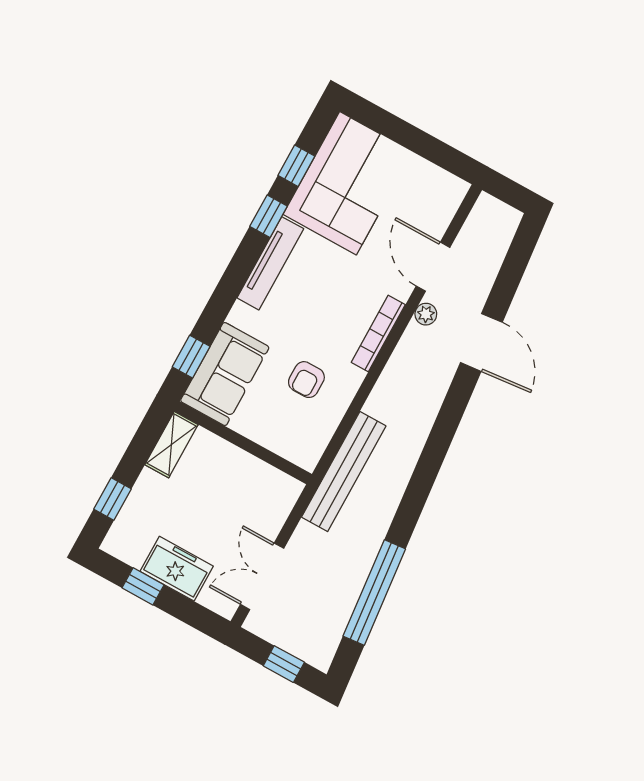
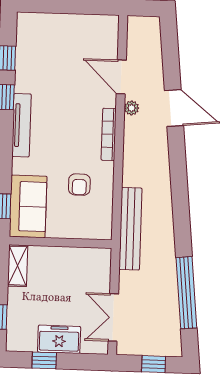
corner sofa: (348, 183) -> (44, 53), removed

